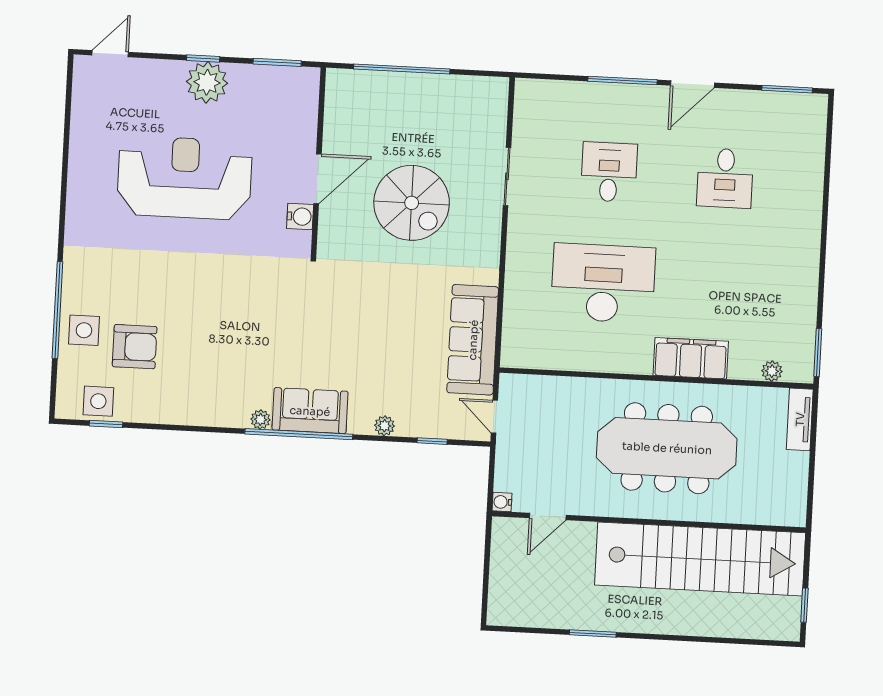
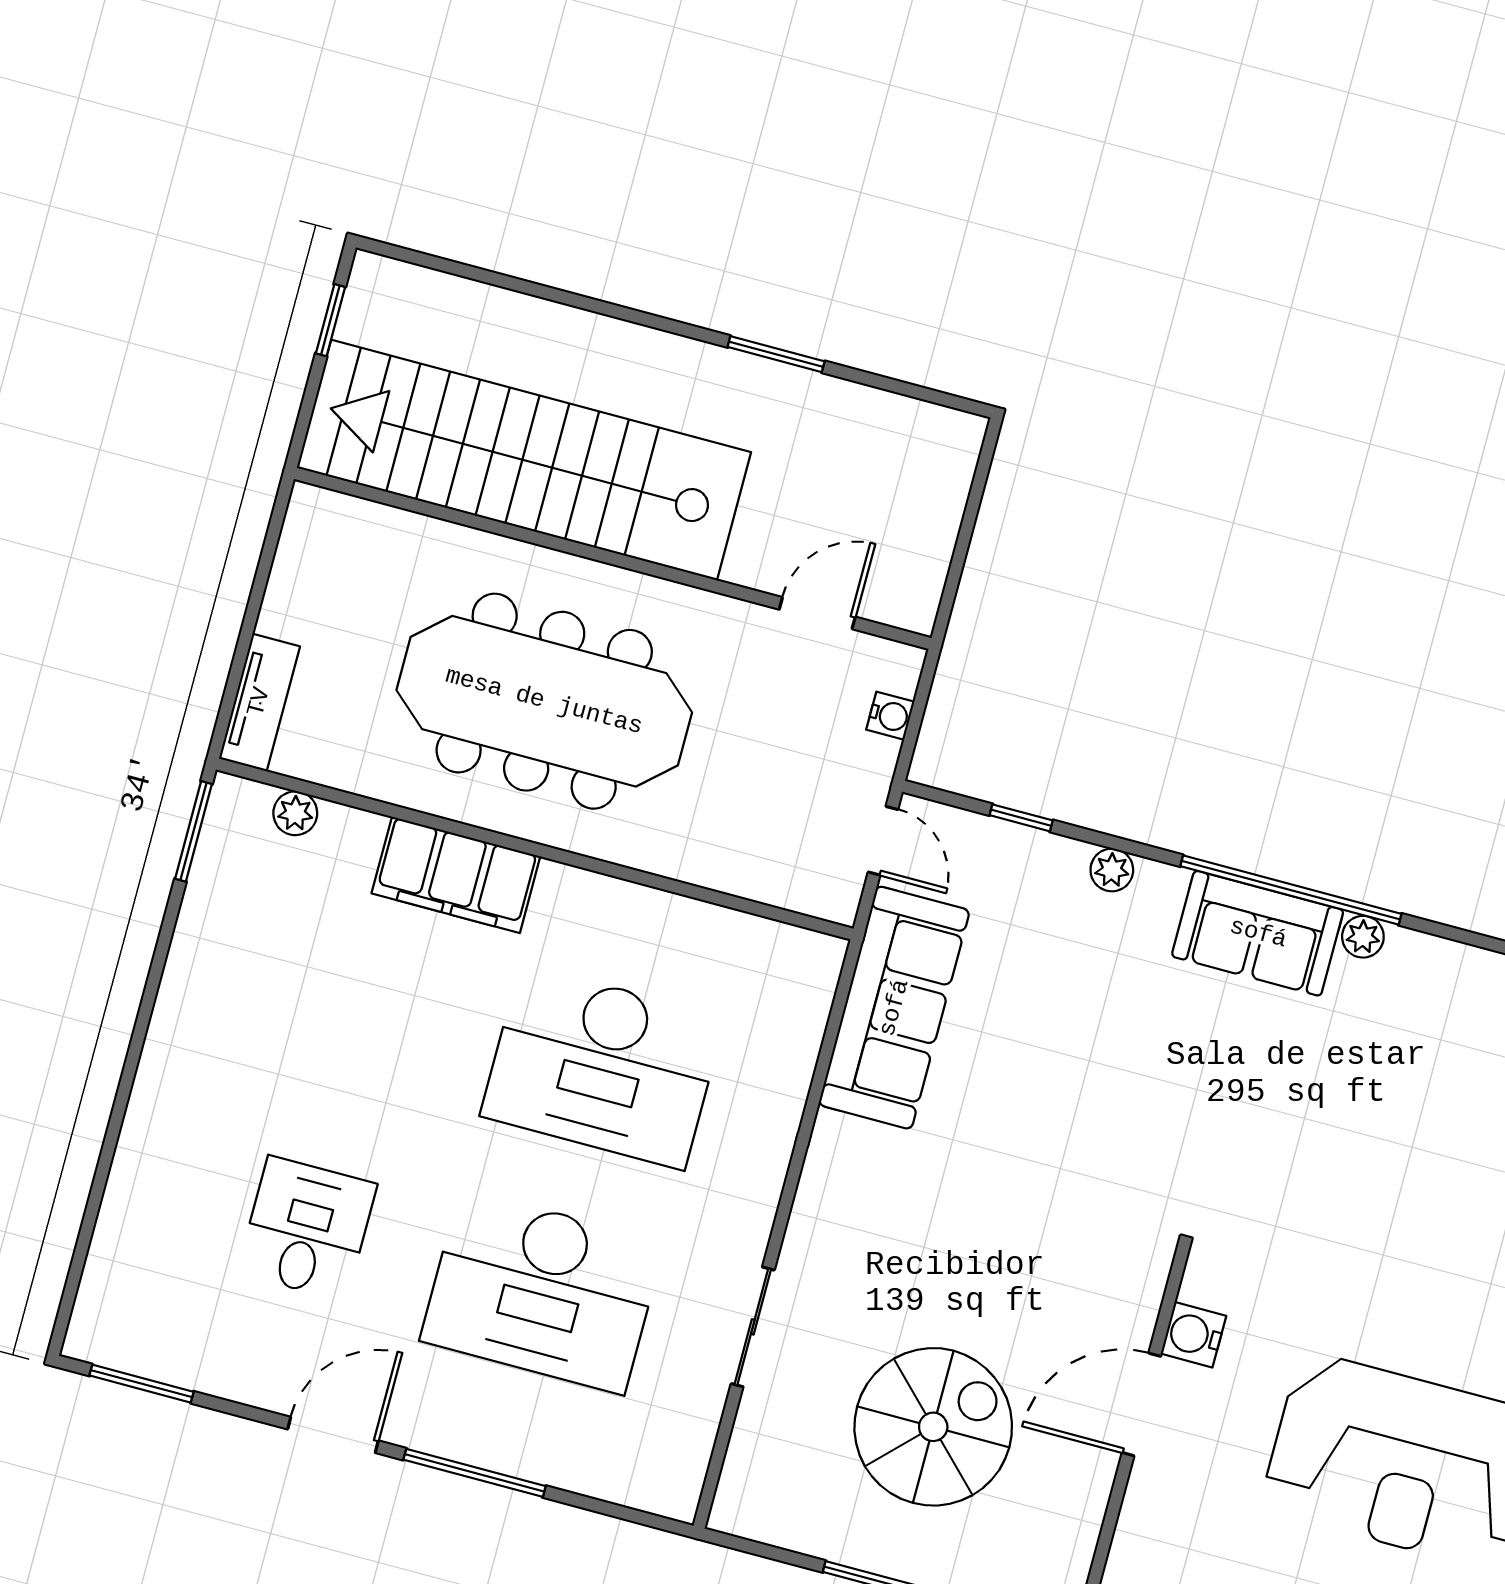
desk: (609, 172) -> (542, 1291), width x1.87, depth x1.30
spiral stairs: (412, 203) -> (933, 1427), moved, turned 90
water cooler: (502, 502) -> (890, 716), moved

